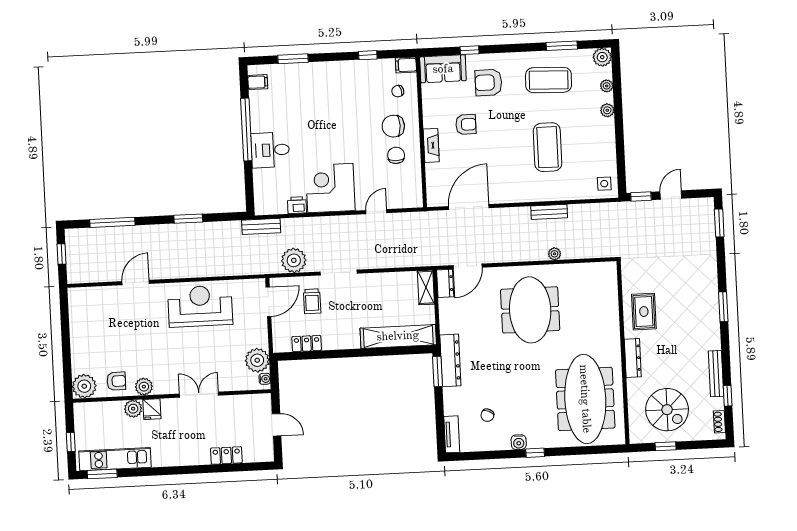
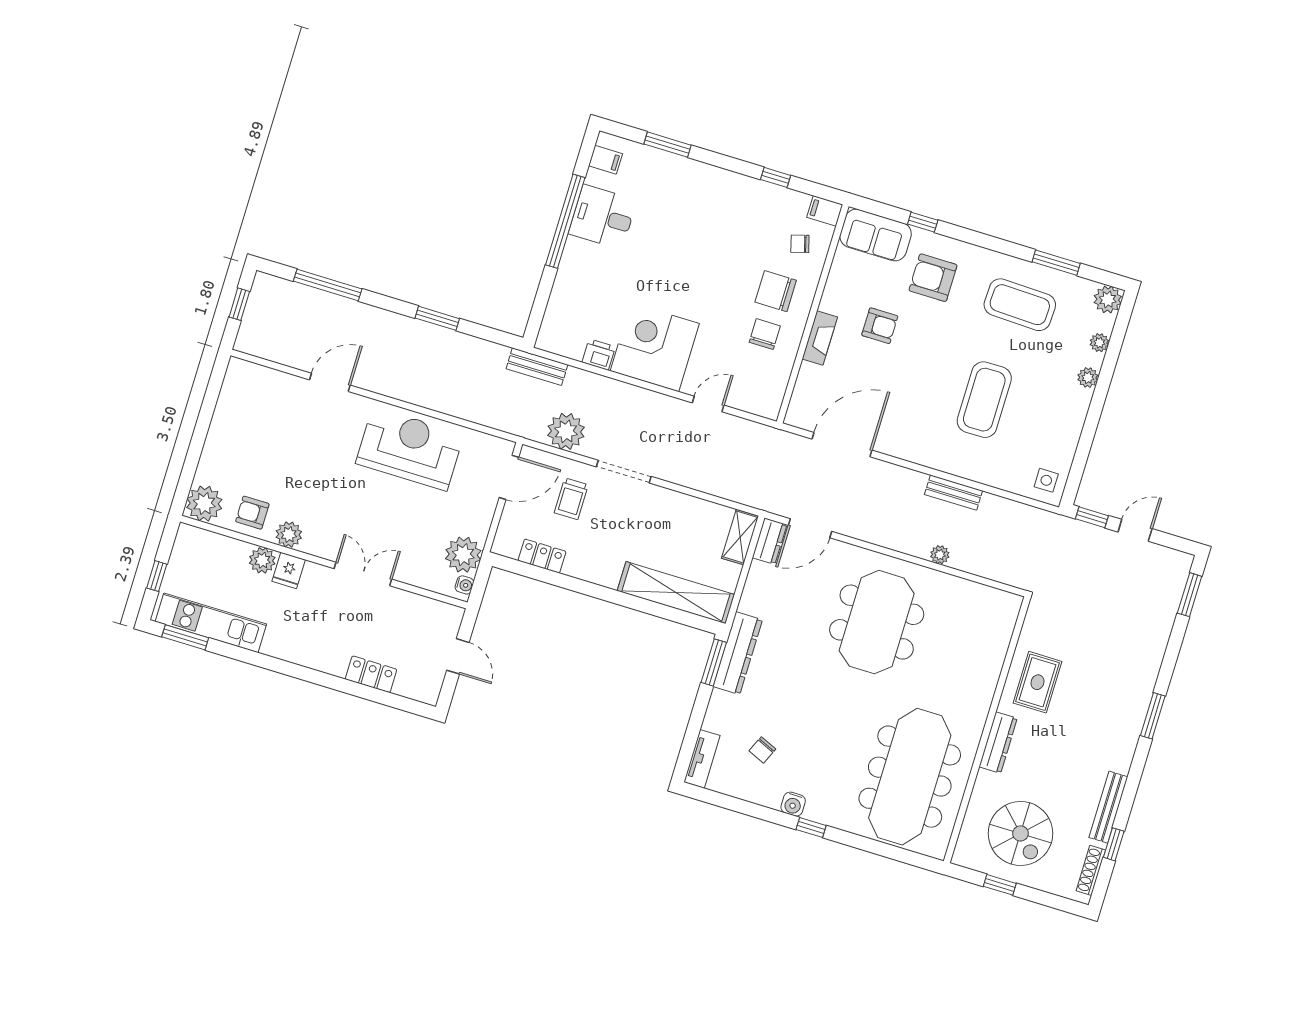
desk: (270, 150) -> (603, 217), moved
armchair: (116, 381) -> (252, 513), turned 180
shoe rack: (719, 422) -> (1091, 870), width x1.43

